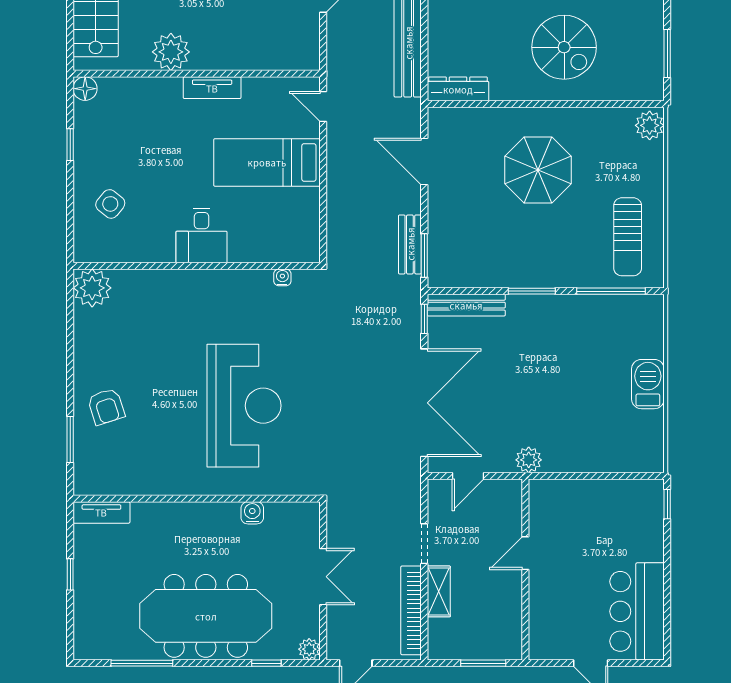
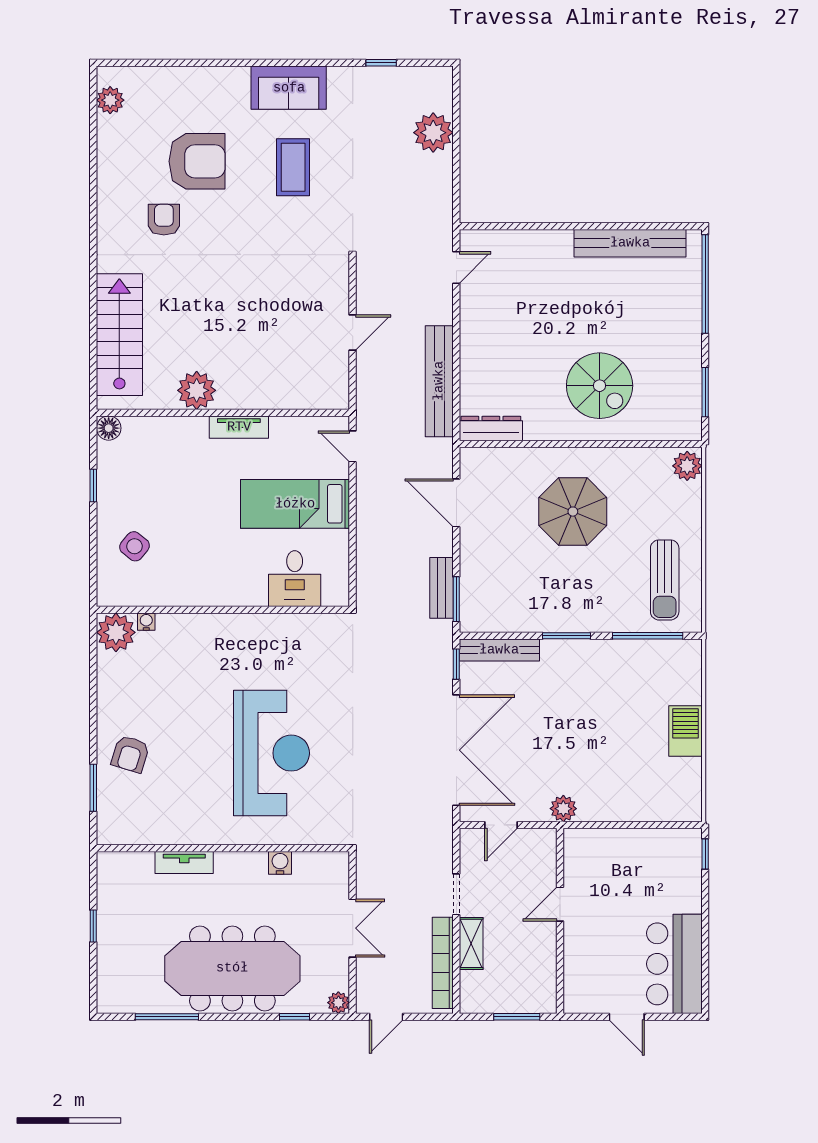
desk: (202, 235) -> (295, 579), moved
water cooler: (282, 277) -> (146, 622), moved
armchair: (106, 407) -> (130, 754), turned 35
tv unit: (101, 512) -> (184, 863), moved

